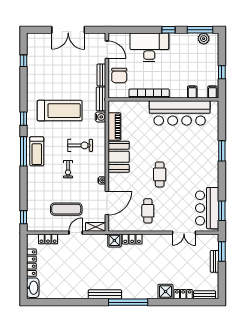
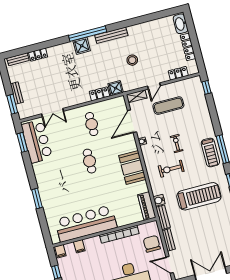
treadmill: (60, 111) -> (199, 196), turned 180
piano: (114, 126) -> (147, 206), moved
treadmill: (37, 151) -> (210, 152), turned 180
double door: (184, 233) -> (53, 113), swing flipped
stool: (91, 264) -> (132, 60), added
shower: (165, 292) -> (82, 46), moved

